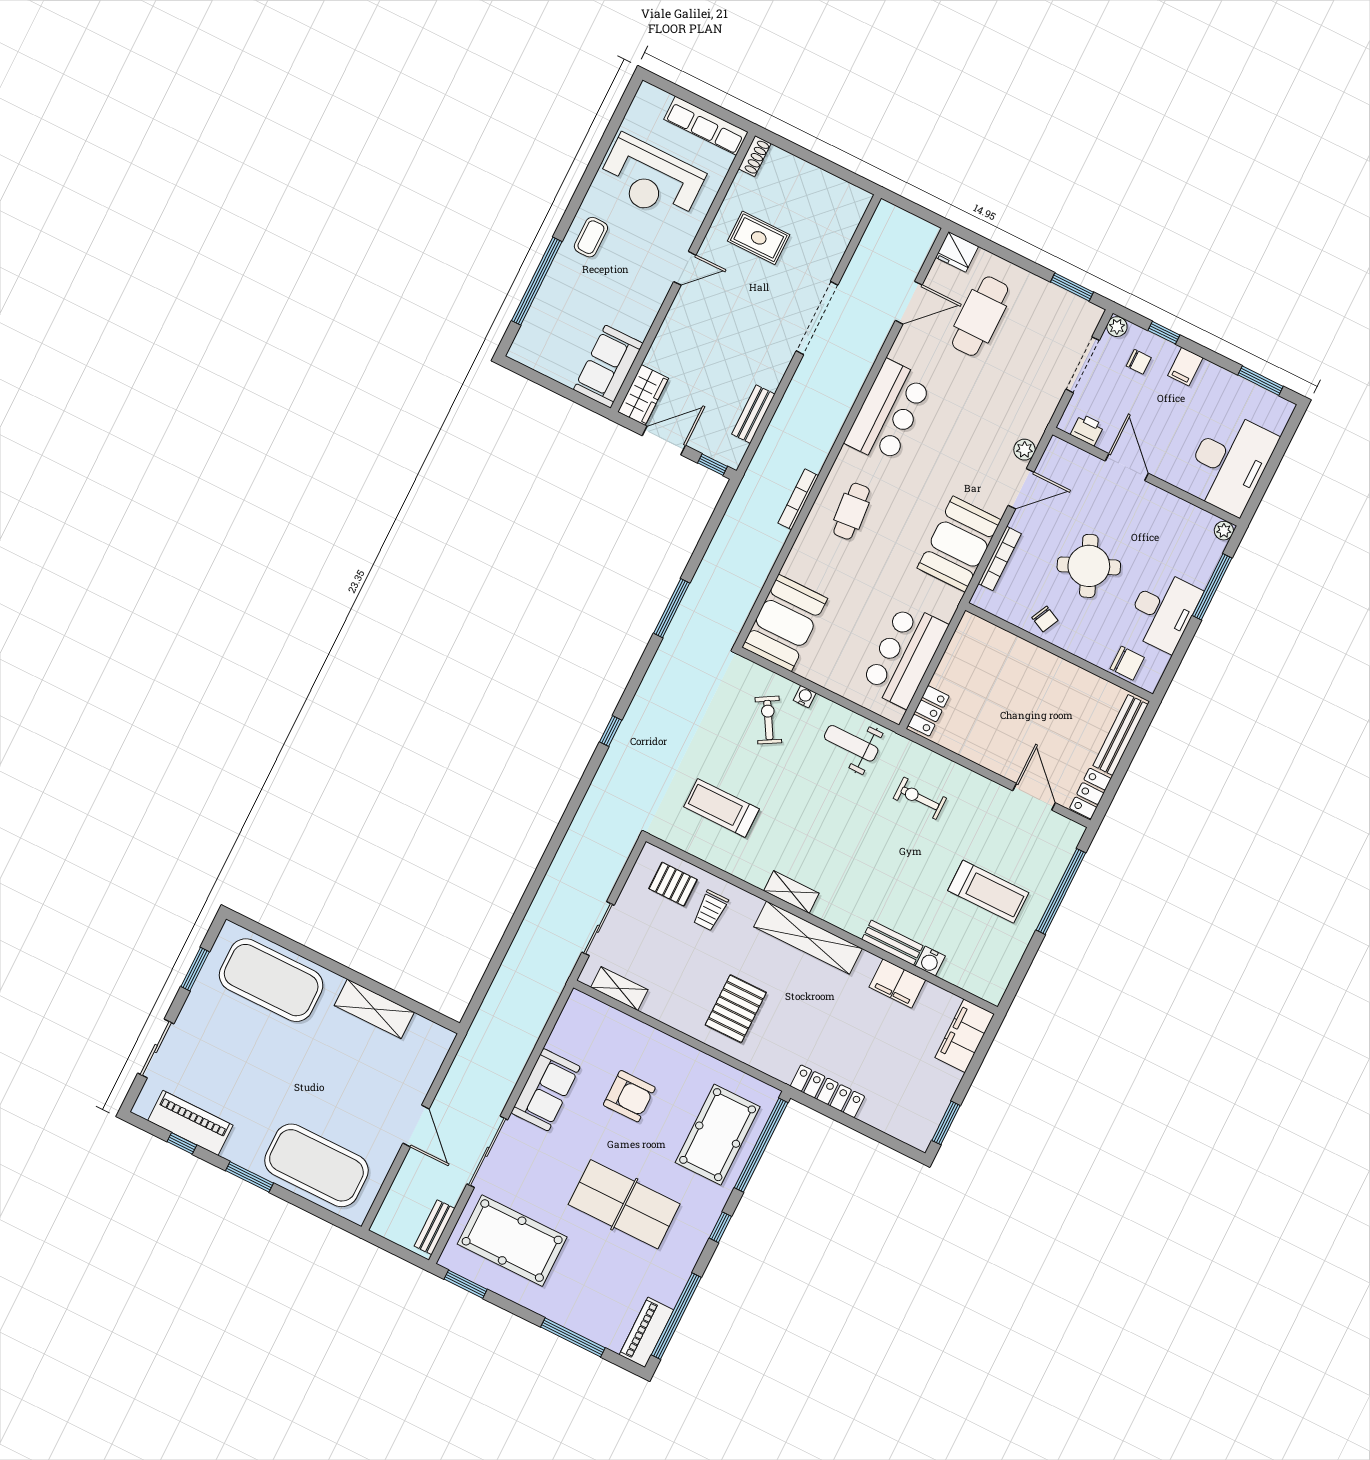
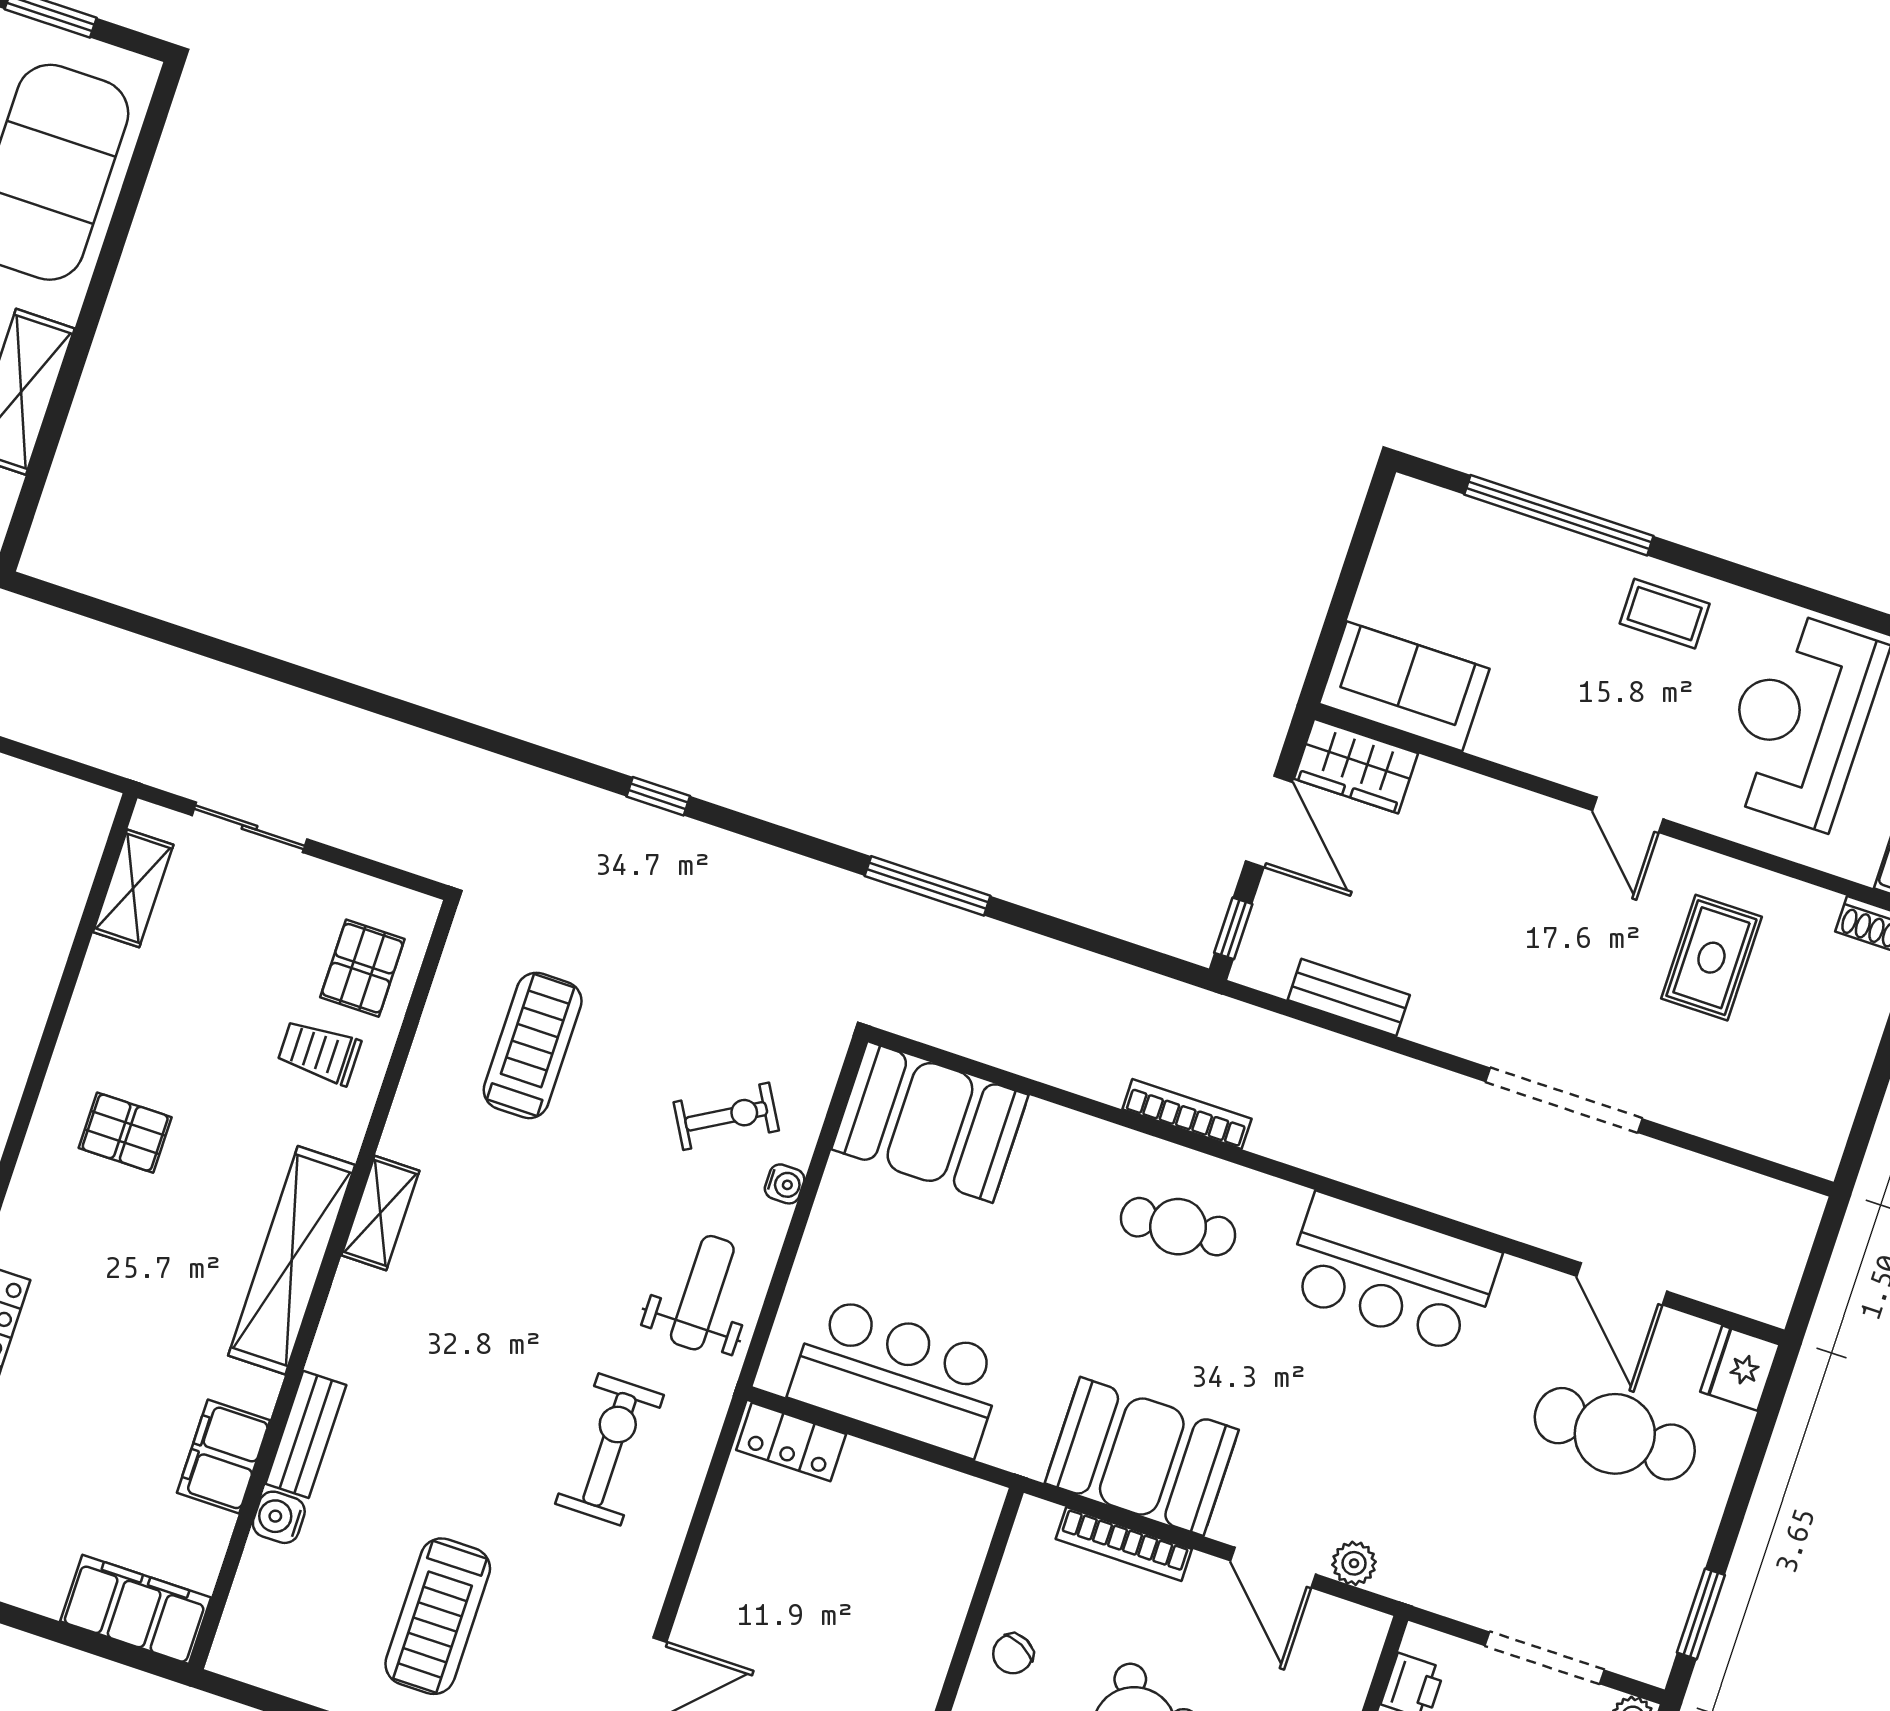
exercise bike: (920, 798) -> (609, 1449), width x1.38, depth x1.39
pallet: (736, 1009) -> (125, 1133), width x0.67, depth x0.71

